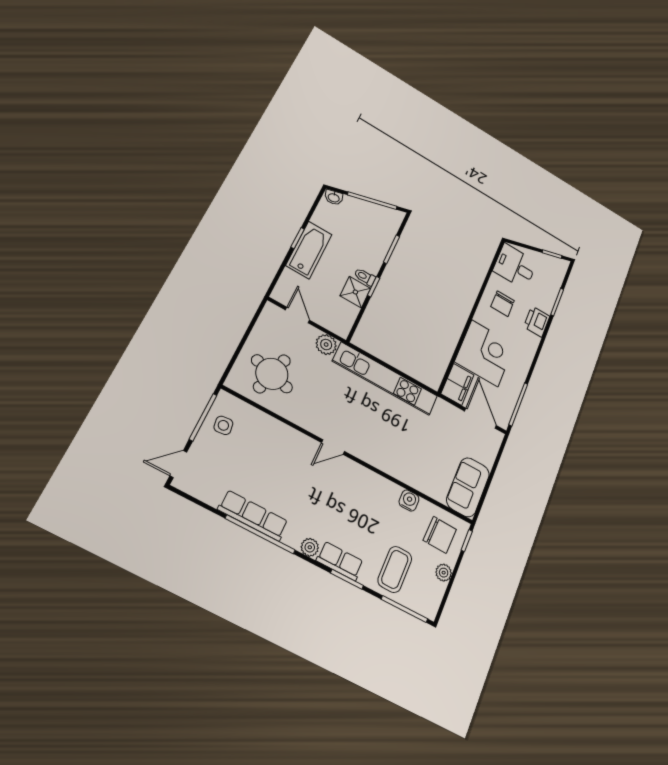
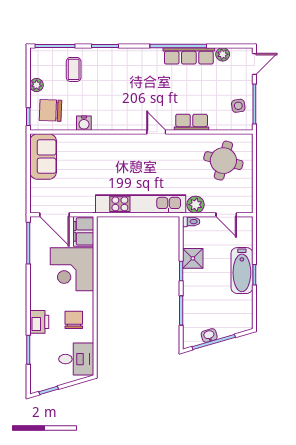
washbasin: (334, 197) -> (209, 335), moved
toilet: (365, 277) -> (191, 222), moved
door: (333, 447) -> (156, 132), hinge flipped
plant: (310, 547) -> (223, 54), moved
row of seats: (340, 561) -> (192, 122), moved, turned 180
coffee table: (395, 569) -> (74, 69), width x0.73, depth x0.77

